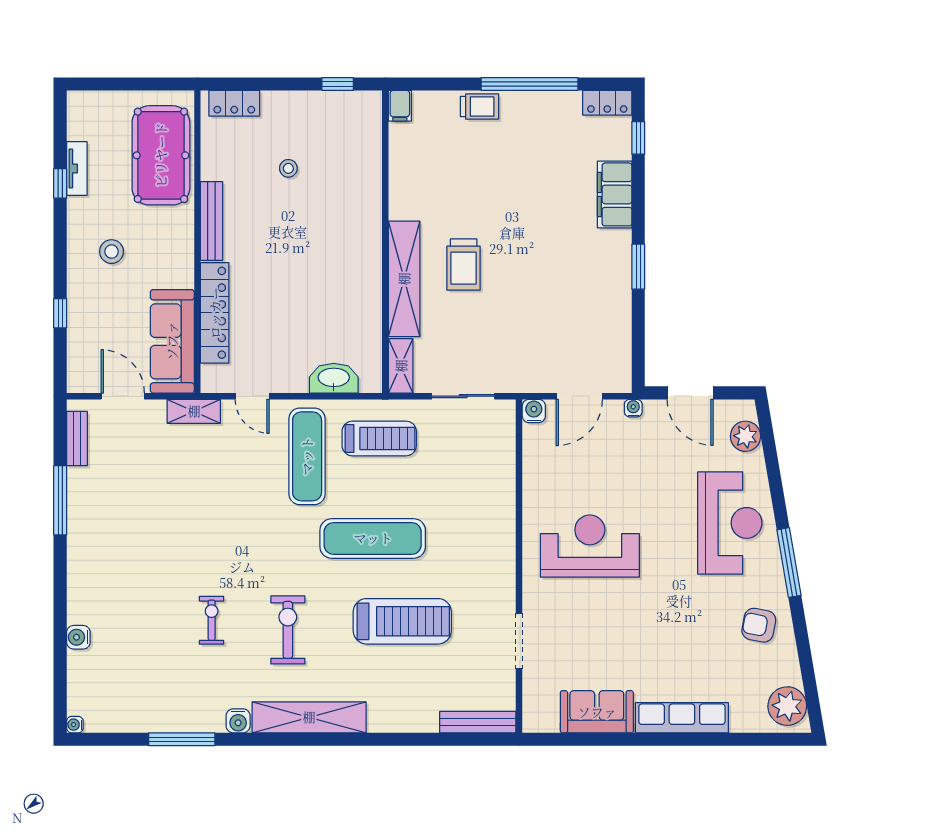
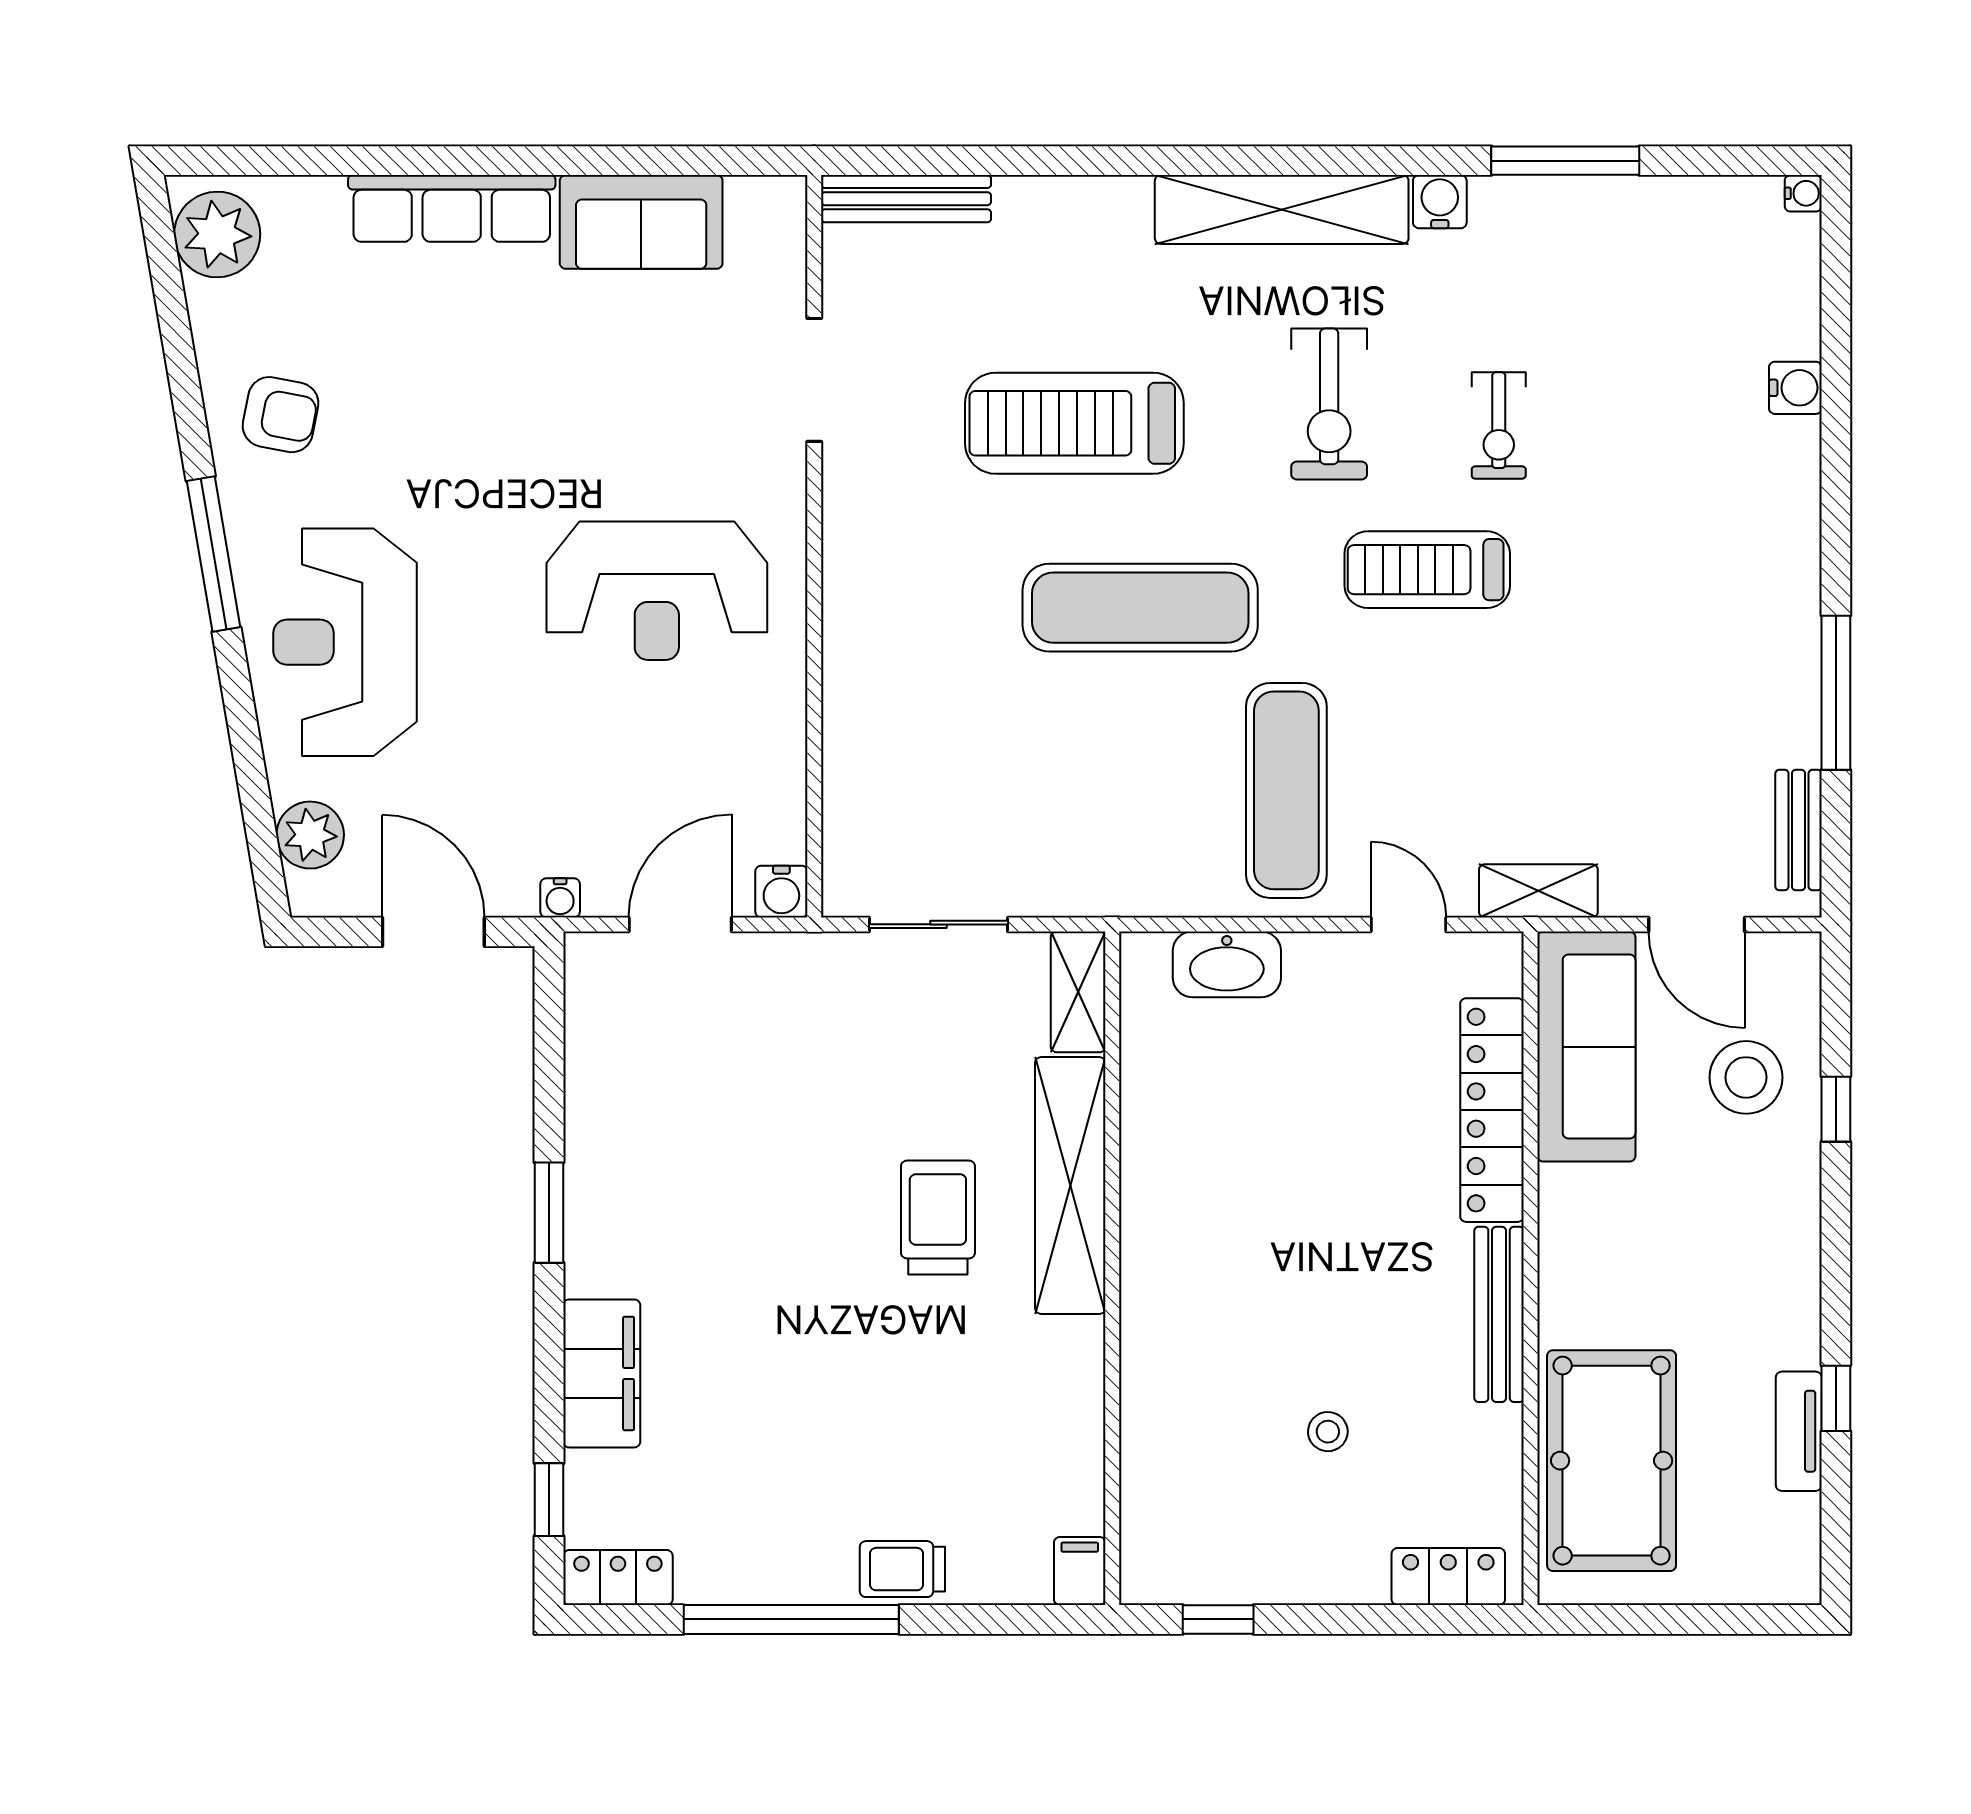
stool: (112, 252) -> (1746, 1077), moved, width x1.38, depth x1.38
treadmill: (379, 438) -> (1427, 570), moved

